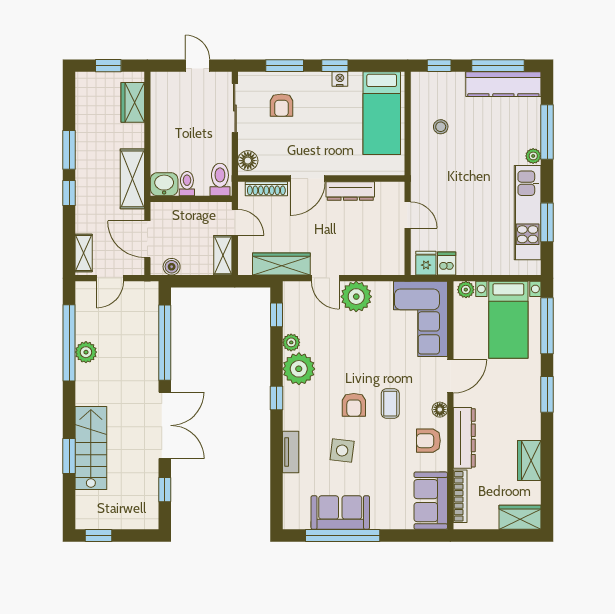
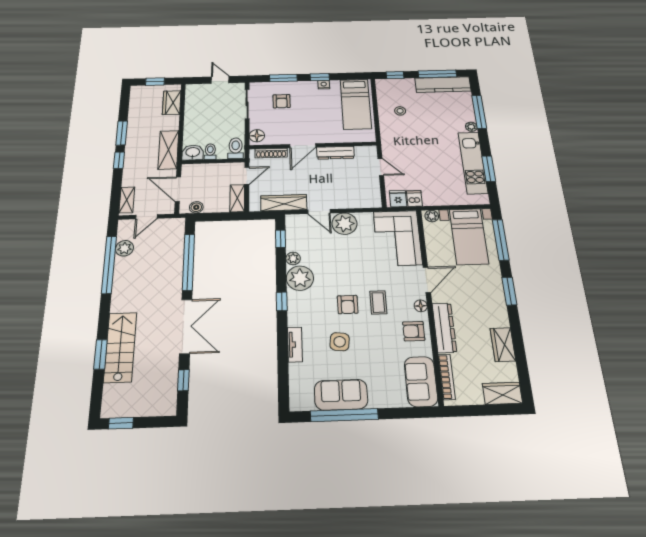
door: (235, 222) -> (247, 176), hinge flipped
plant: (86, 352) -> (124, 248), moved

